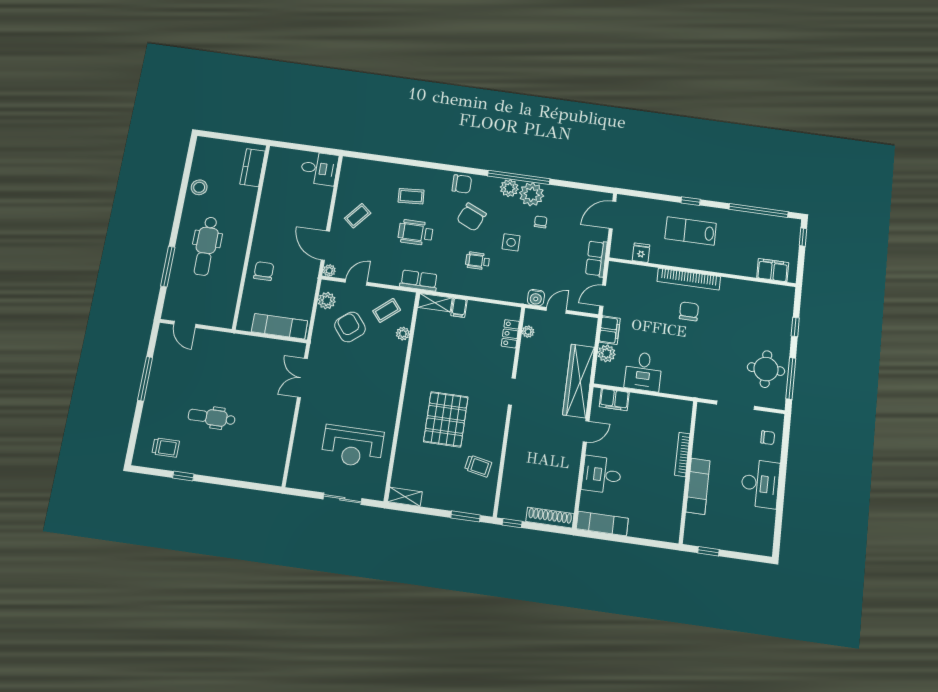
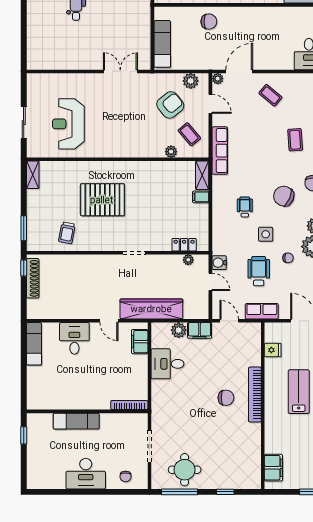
wheelchair: (415, 233) -> (259, 271), moved
row of seats: (419, 281) -> (220, 151), width x1.48
bookcase: (682, 454) -> (129, 405), moved
shoe rack: (550, 518) -> (33, 278), moved

